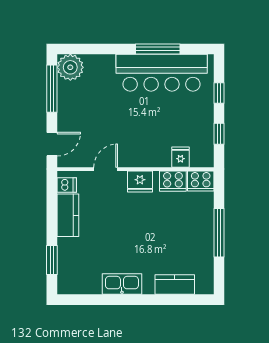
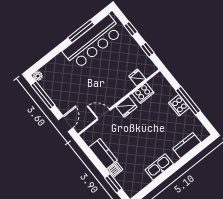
plant: (70, 67) -> (38, 76), width x0.53, depth x0.53
door: (106, 169) -> (104, 114), hinge flipped
cooker: (201, 181) -> (179, 105), moved, turned 90
dishwasher: (67, 185) -> (115, 170), moved

